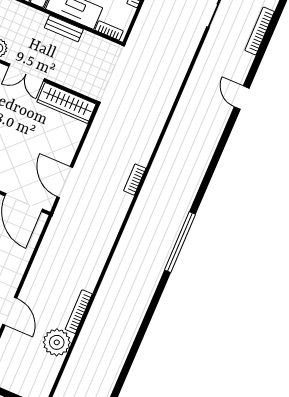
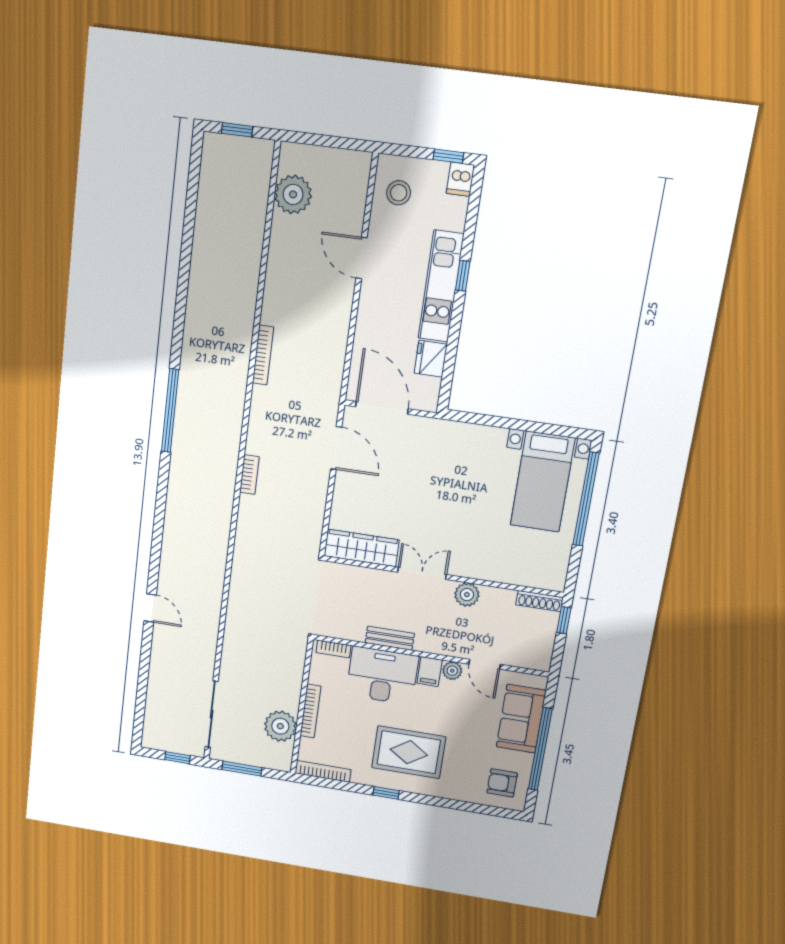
bookcase: (260, 31) -> (154, 691), removed
bookcase: (79, 312) -> (263, 355), moved
plant: (57, 342) -> (293, 194), moved

